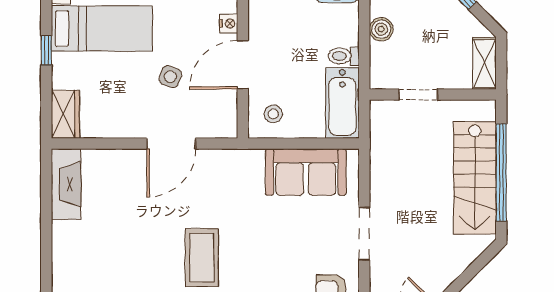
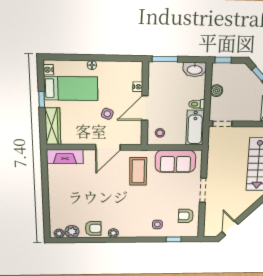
doorway: (418, 94) -> (222, 124), moved
wardrobe: (65, 114) -> (53, 126), width x1.50
fireplace: (66, 184) -> (65, 157), moved, turned 90
coffee table: (202, 258) -> (138, 171), moved

